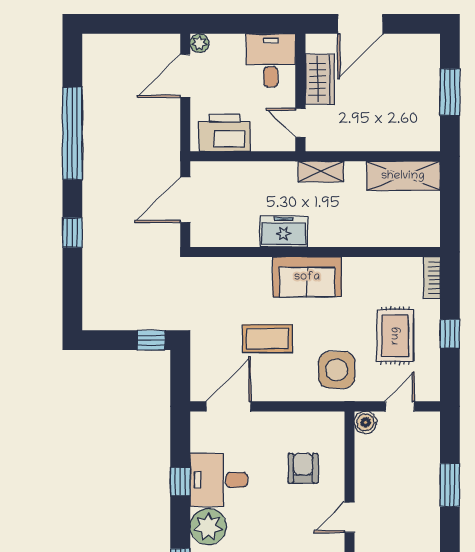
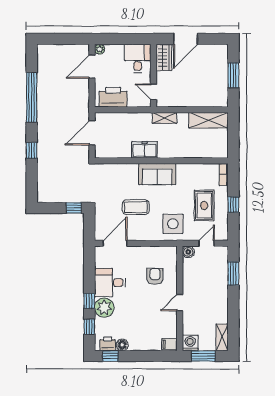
wardrobe: (320, 79) -> (164, 57), moved
window: (180, 482) -> (89, 301), moved
window: (450, 485) -> (233, 273), moved

